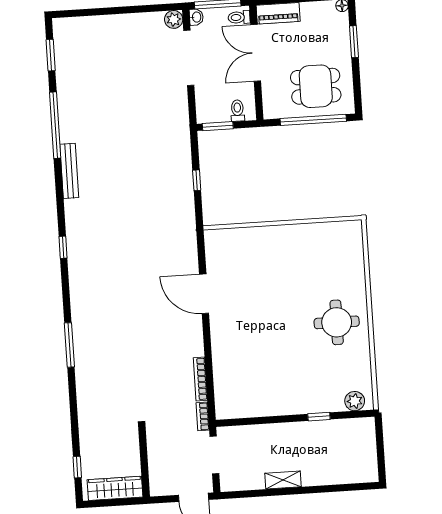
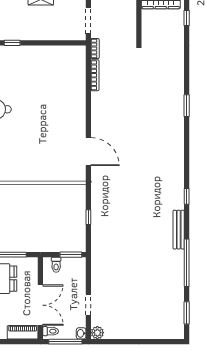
doorway: (189, 58) -> (88, 305), width x0.53
window: (63, 247) -> (187, 196), moved
door: (204, 294) -> (88, 152), moved
window: (69, 345) -> (187, 106), width x0.69

